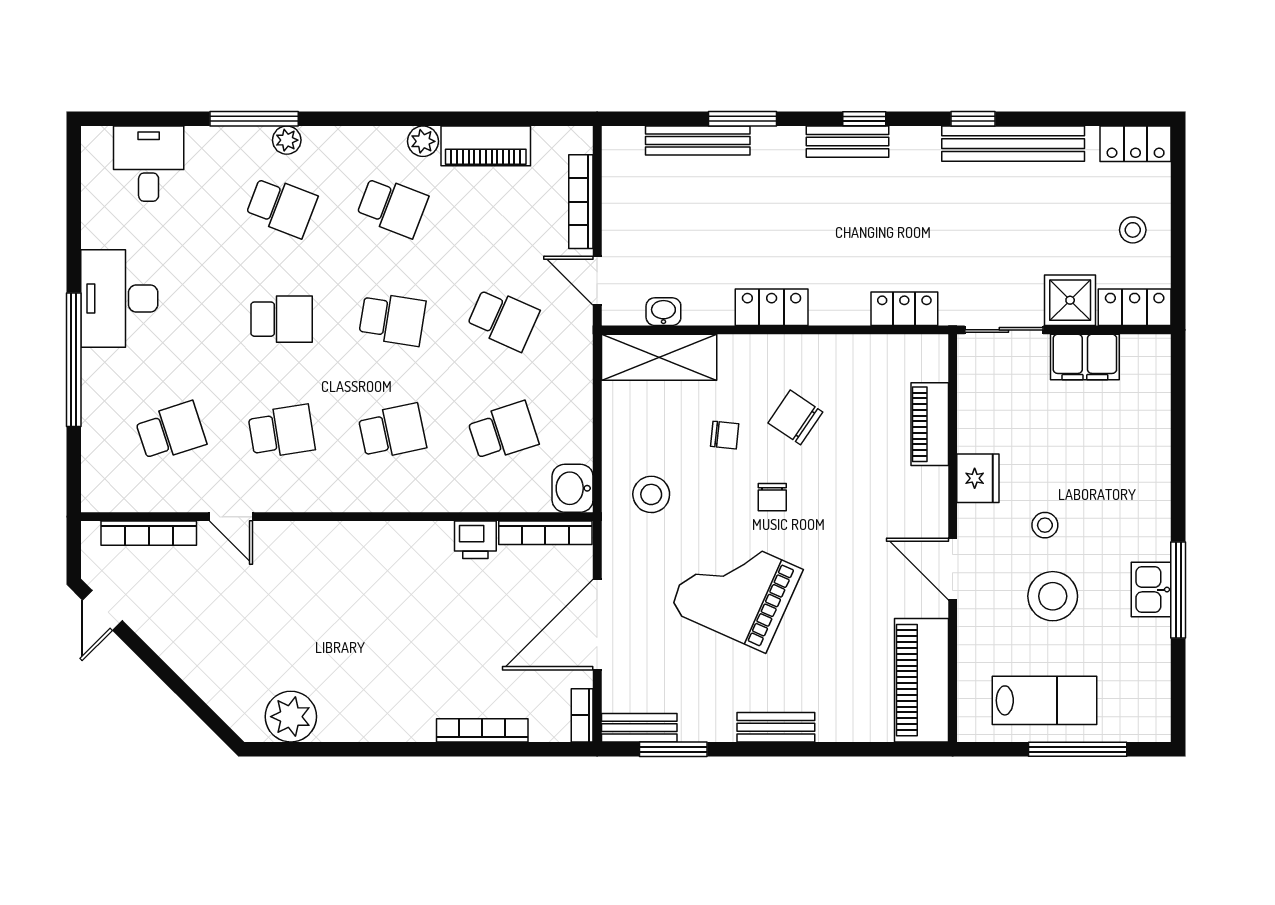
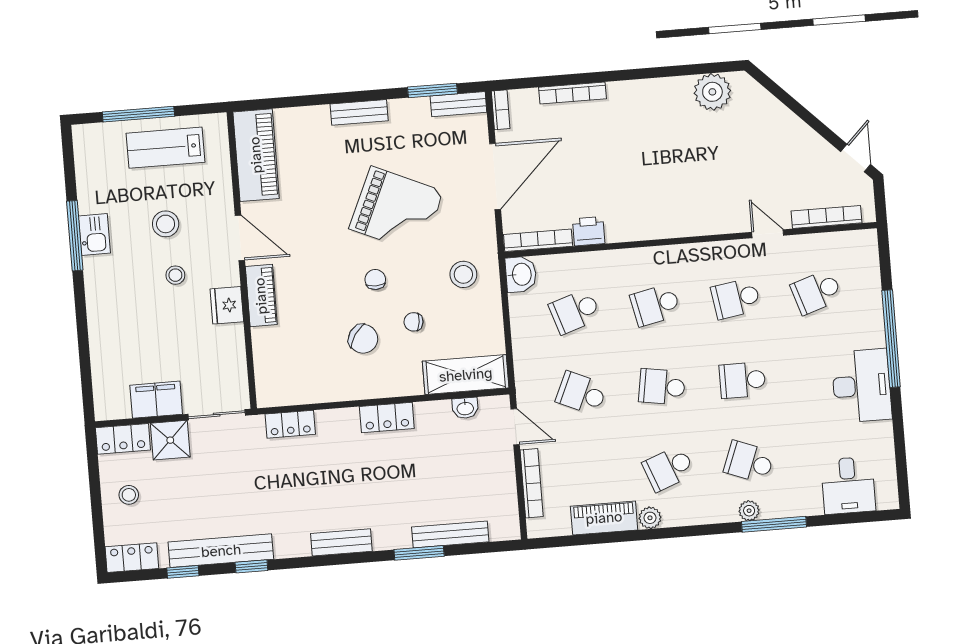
window: (864, 119) -> (183, 572), moved
school desk: (392, 207) -> (668, 468), turned -42
piano: (930, 424) -> (261, 296), moved
stool: (1053, 596) -> (166, 224), width x0.73, depth x0.73

